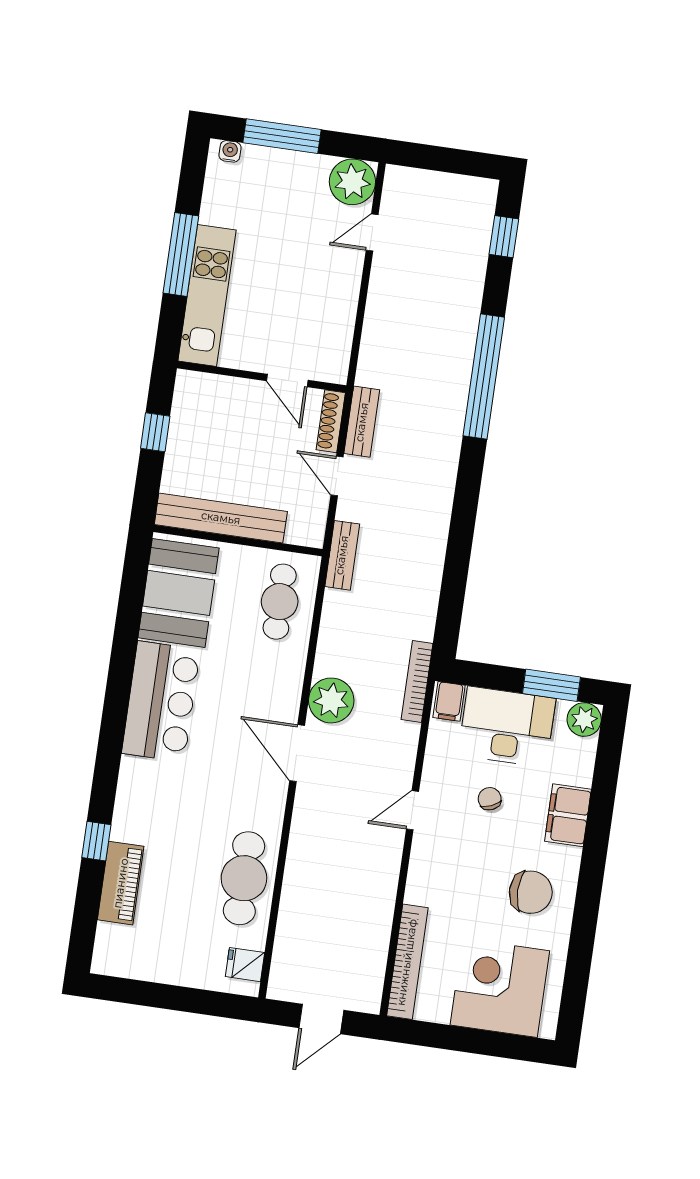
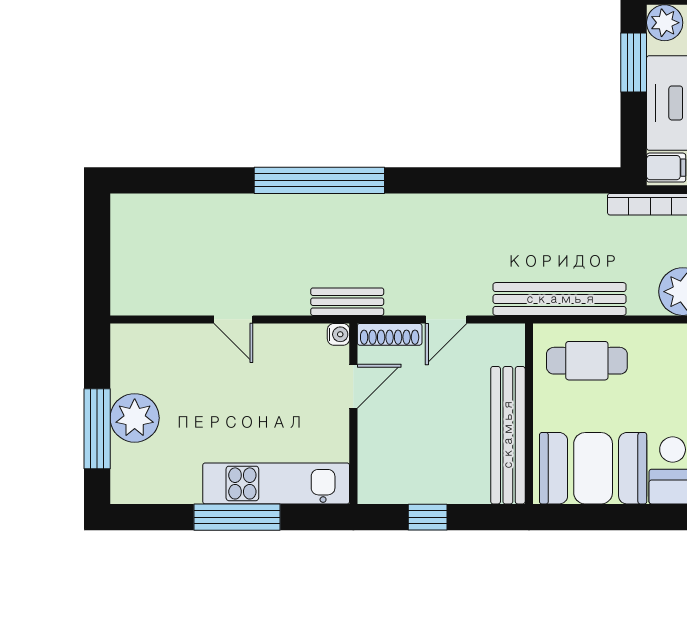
water cooler: (230, 151) -> (338, 334), moved, turned 180
plant: (352, 182) -> (135, 418), moved
door: (372, 233) -> (233, 319), moved
window: (504, 237) -> (169, 180), removed
bench: (362, 422) -> (347, 302), moved
bench: (342, 555) -> (560, 299), width x1.86, depth x1.21

